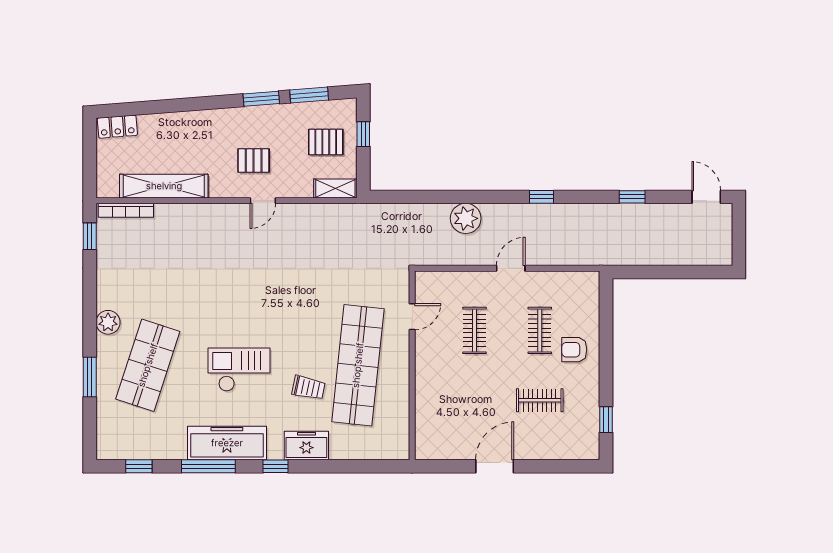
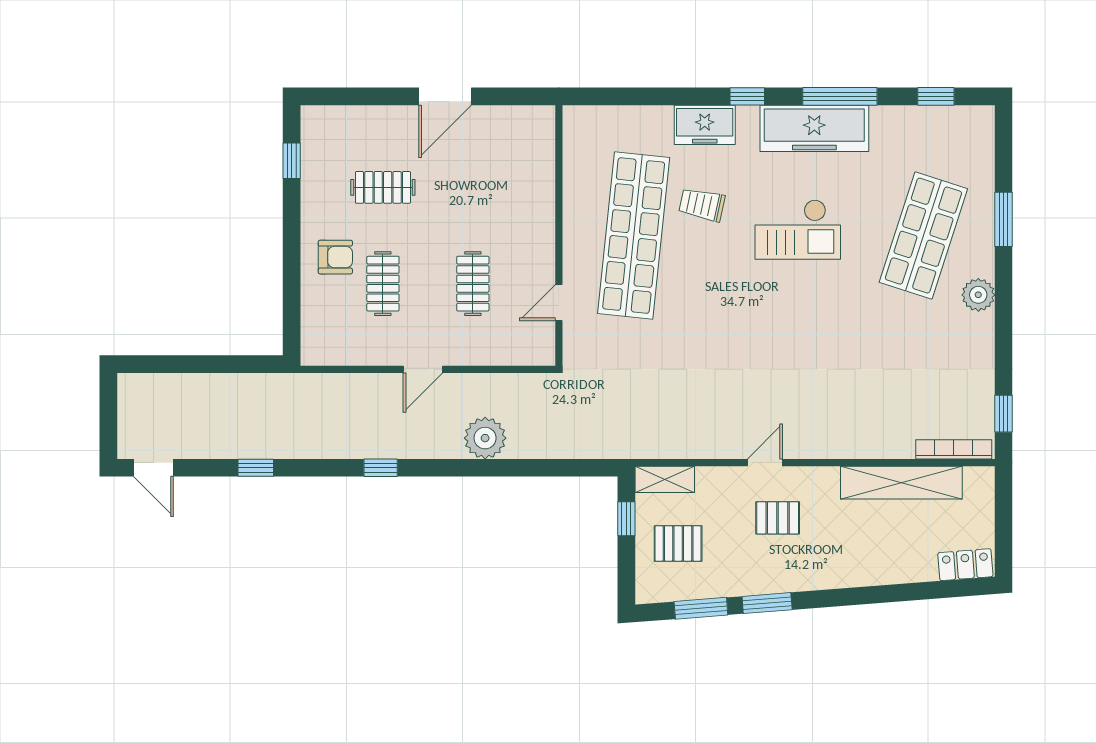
window: (363, 134) -> (626, 519), moved

